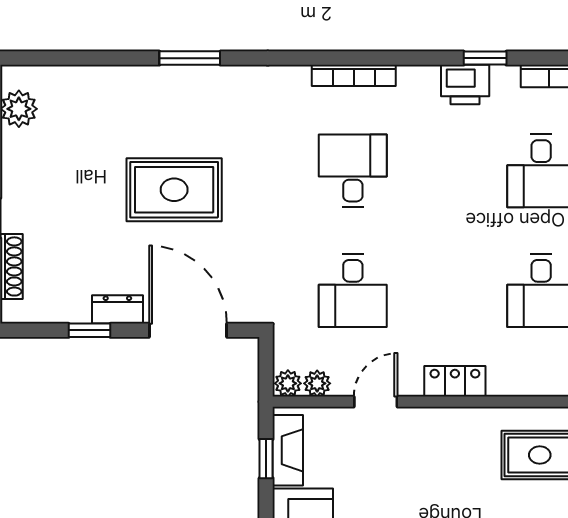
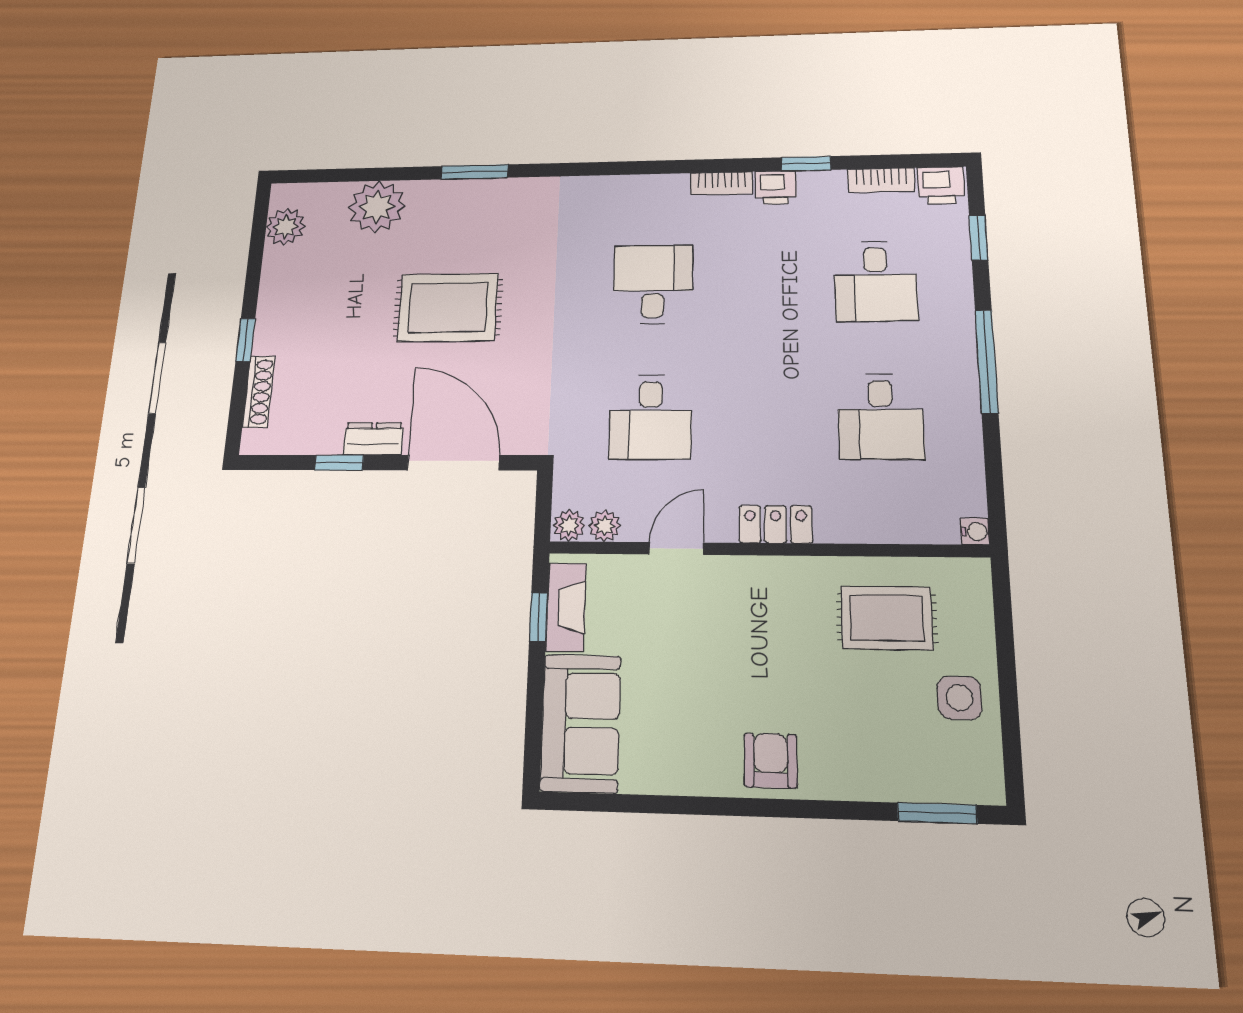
bookcase: (354, 75) -> (722, 183), moved, width x0.64
printer: (465, 85) -> (776, 188), width x0.73, depth x0.81
plant: (102, 91) -> (377, 207), added

